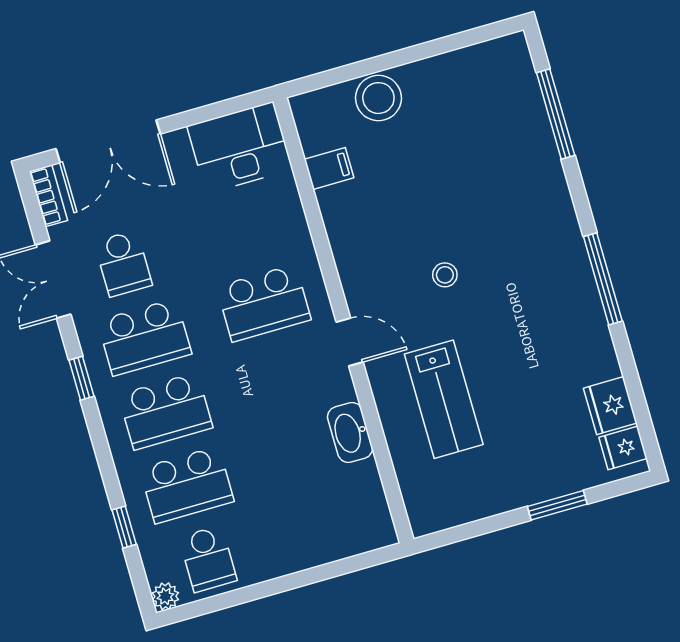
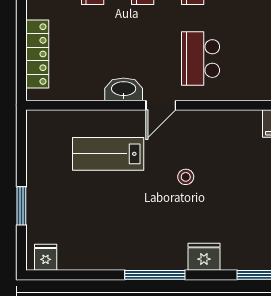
fridge: (610, 406) -> (204, 257), moved
washbasin: (350, 432) -> (124, 89), moved
locker: (326, 546) -> (37, 54), added

